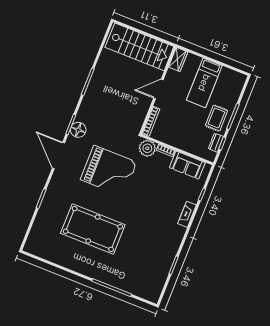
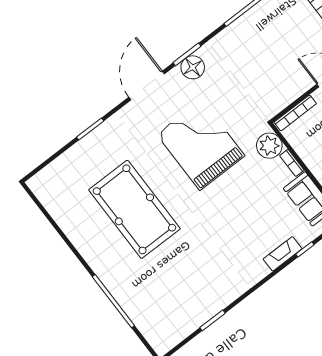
grand piano: (109, 171) -> (201, 145), turned 180
fireplace: (187, 214) -> (283, 254), moved

